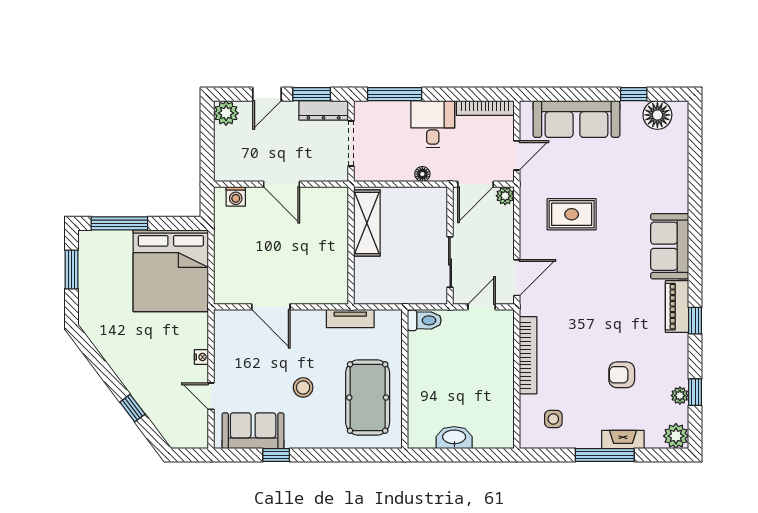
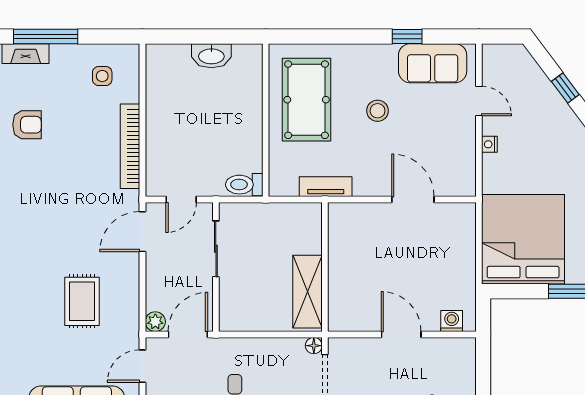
floor lamp: (422, 174) -> (314, 346), moved
rug: (572, 214) -> (82, 301), turned 90

